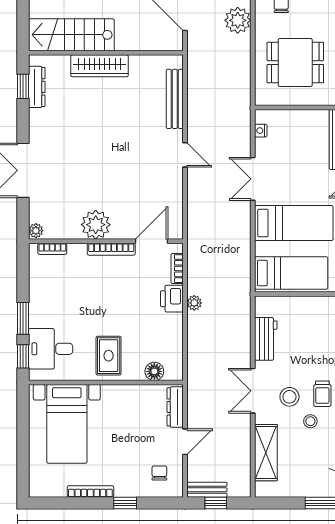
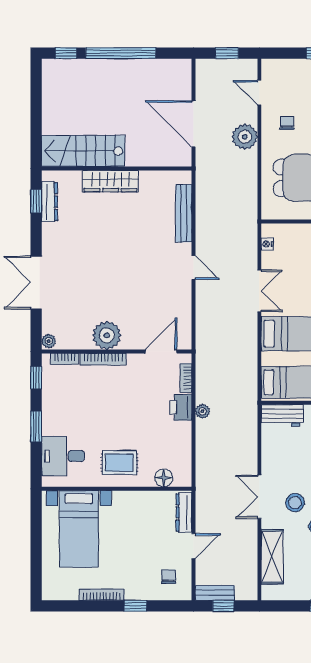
double door: (253, 179) -> (259, 291), swing flipped
bookcase: (111, 249) -> (103, 359), moved
workbench: (266, 339) -> (282, 415), moved, turned 90
window: (23, 356) -> (36, 378), moved
rug: (109, 356) -> (119, 463), turned 90

